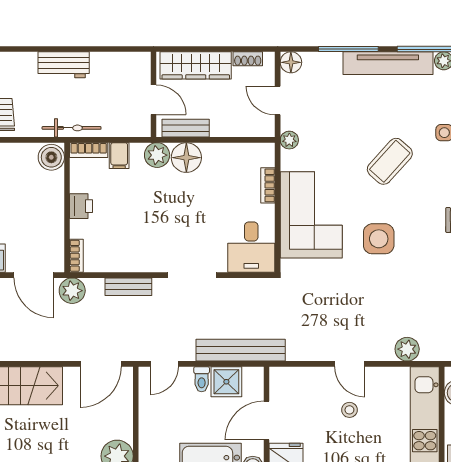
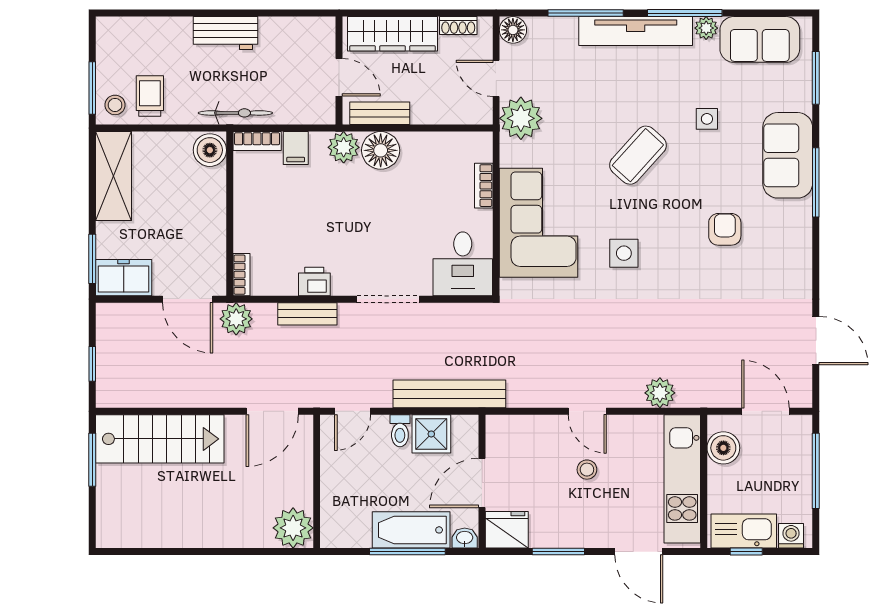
plant: (289, 140) -> (521, 118), width x1.88, depth x1.88
printer: (81, 206) -> (314, 281), moved, turned -90
side table: (379, 239) -> (624, 253), width x0.73, depth x0.73

